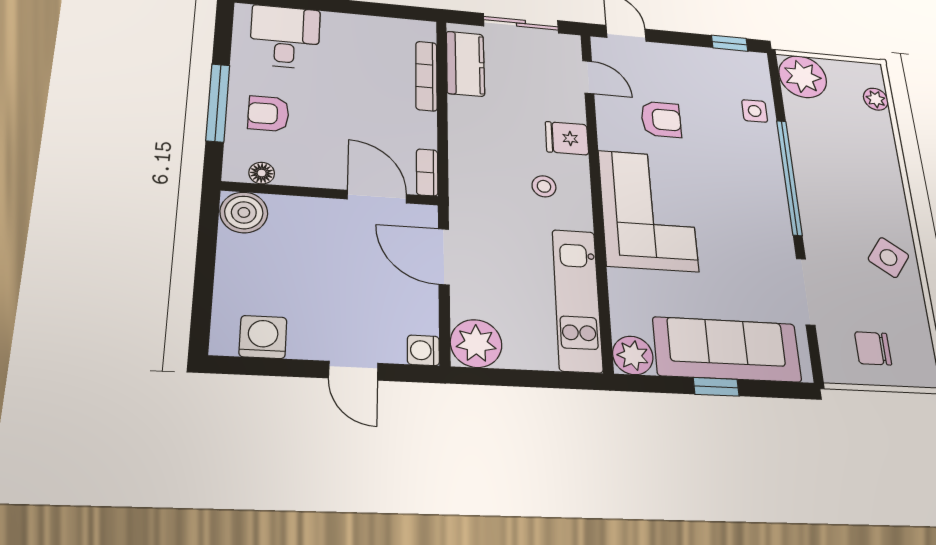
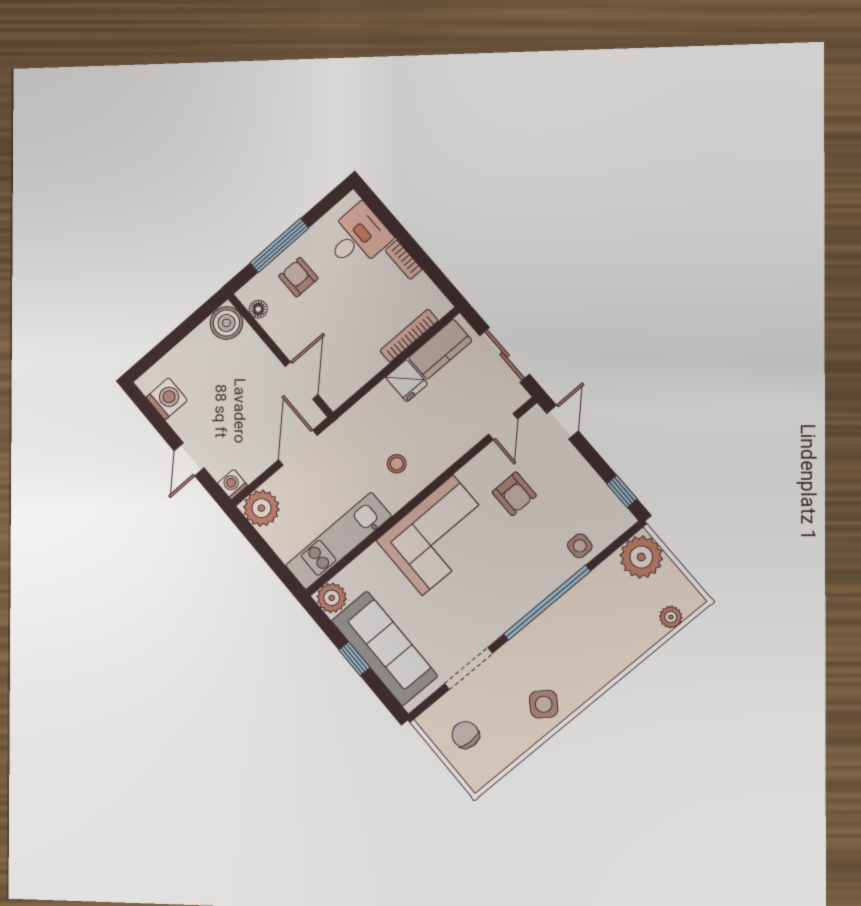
fridge: (567, 138) -> (407, 381), moved, turned 180
bookcase: (427, 172) -> (403, 260), moved, turned -90

